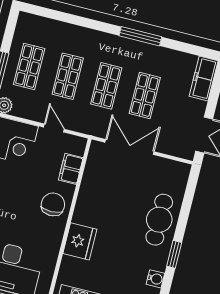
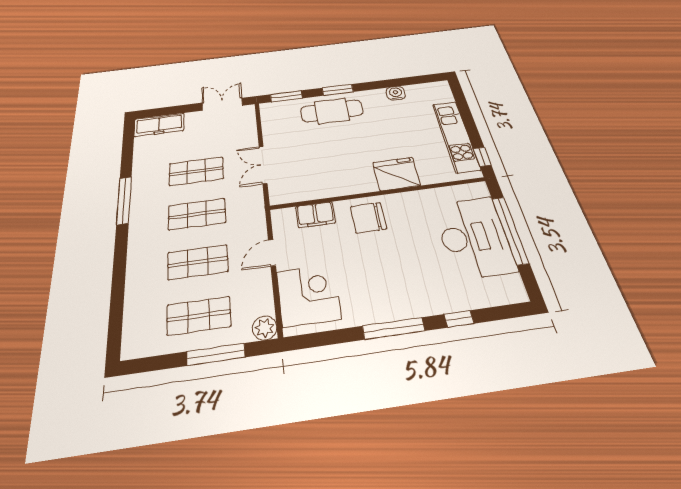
double door: (130, 147) -> (263, 165), width x0.73
window: (190, 190) -> (286, 96), added
window: (174, 254) -> (338, 90), moved

